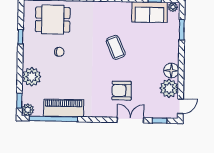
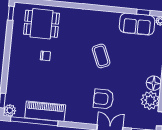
window: (20, 37) -> (11, 13), moved
plant: (32, 77) -> (16, 78), removed

